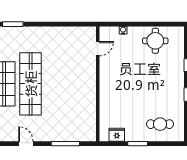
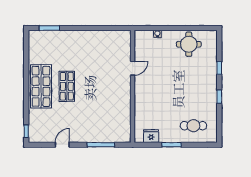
door: (98, 49) -> (133, 68), moved
shop shelf: (31, 84) -> (67, 86), width x0.50, depth x0.74
door: (26, 144) -> (62, 145), hinge flipped

